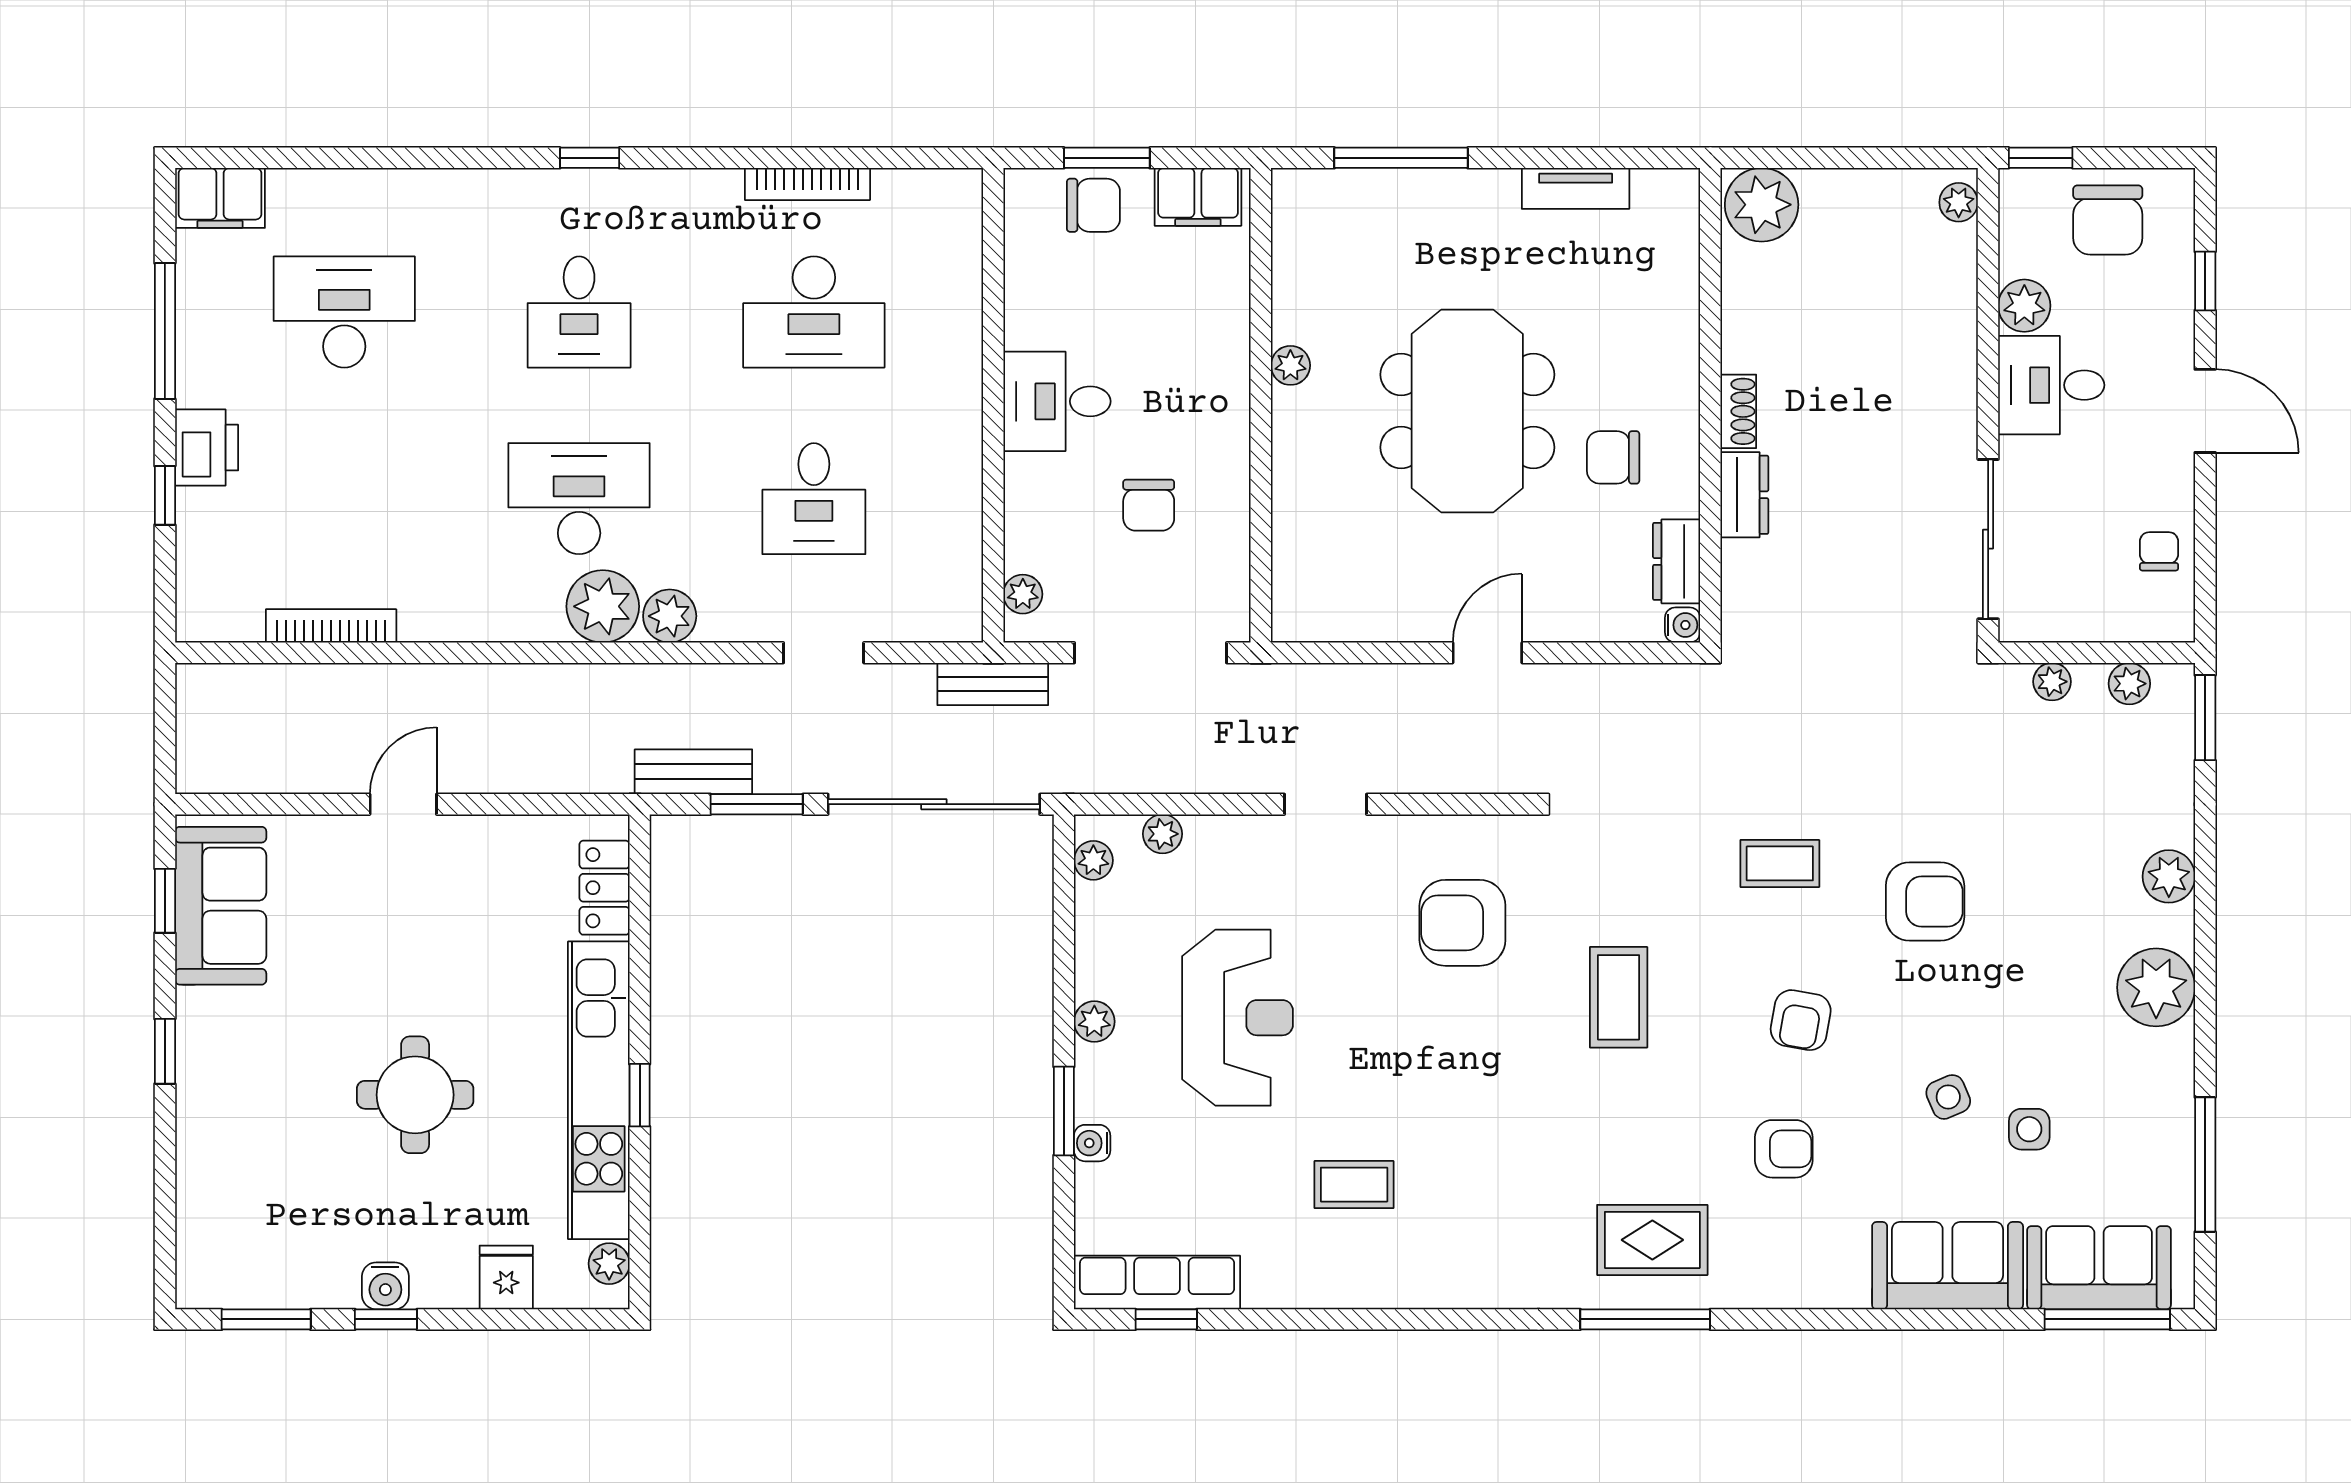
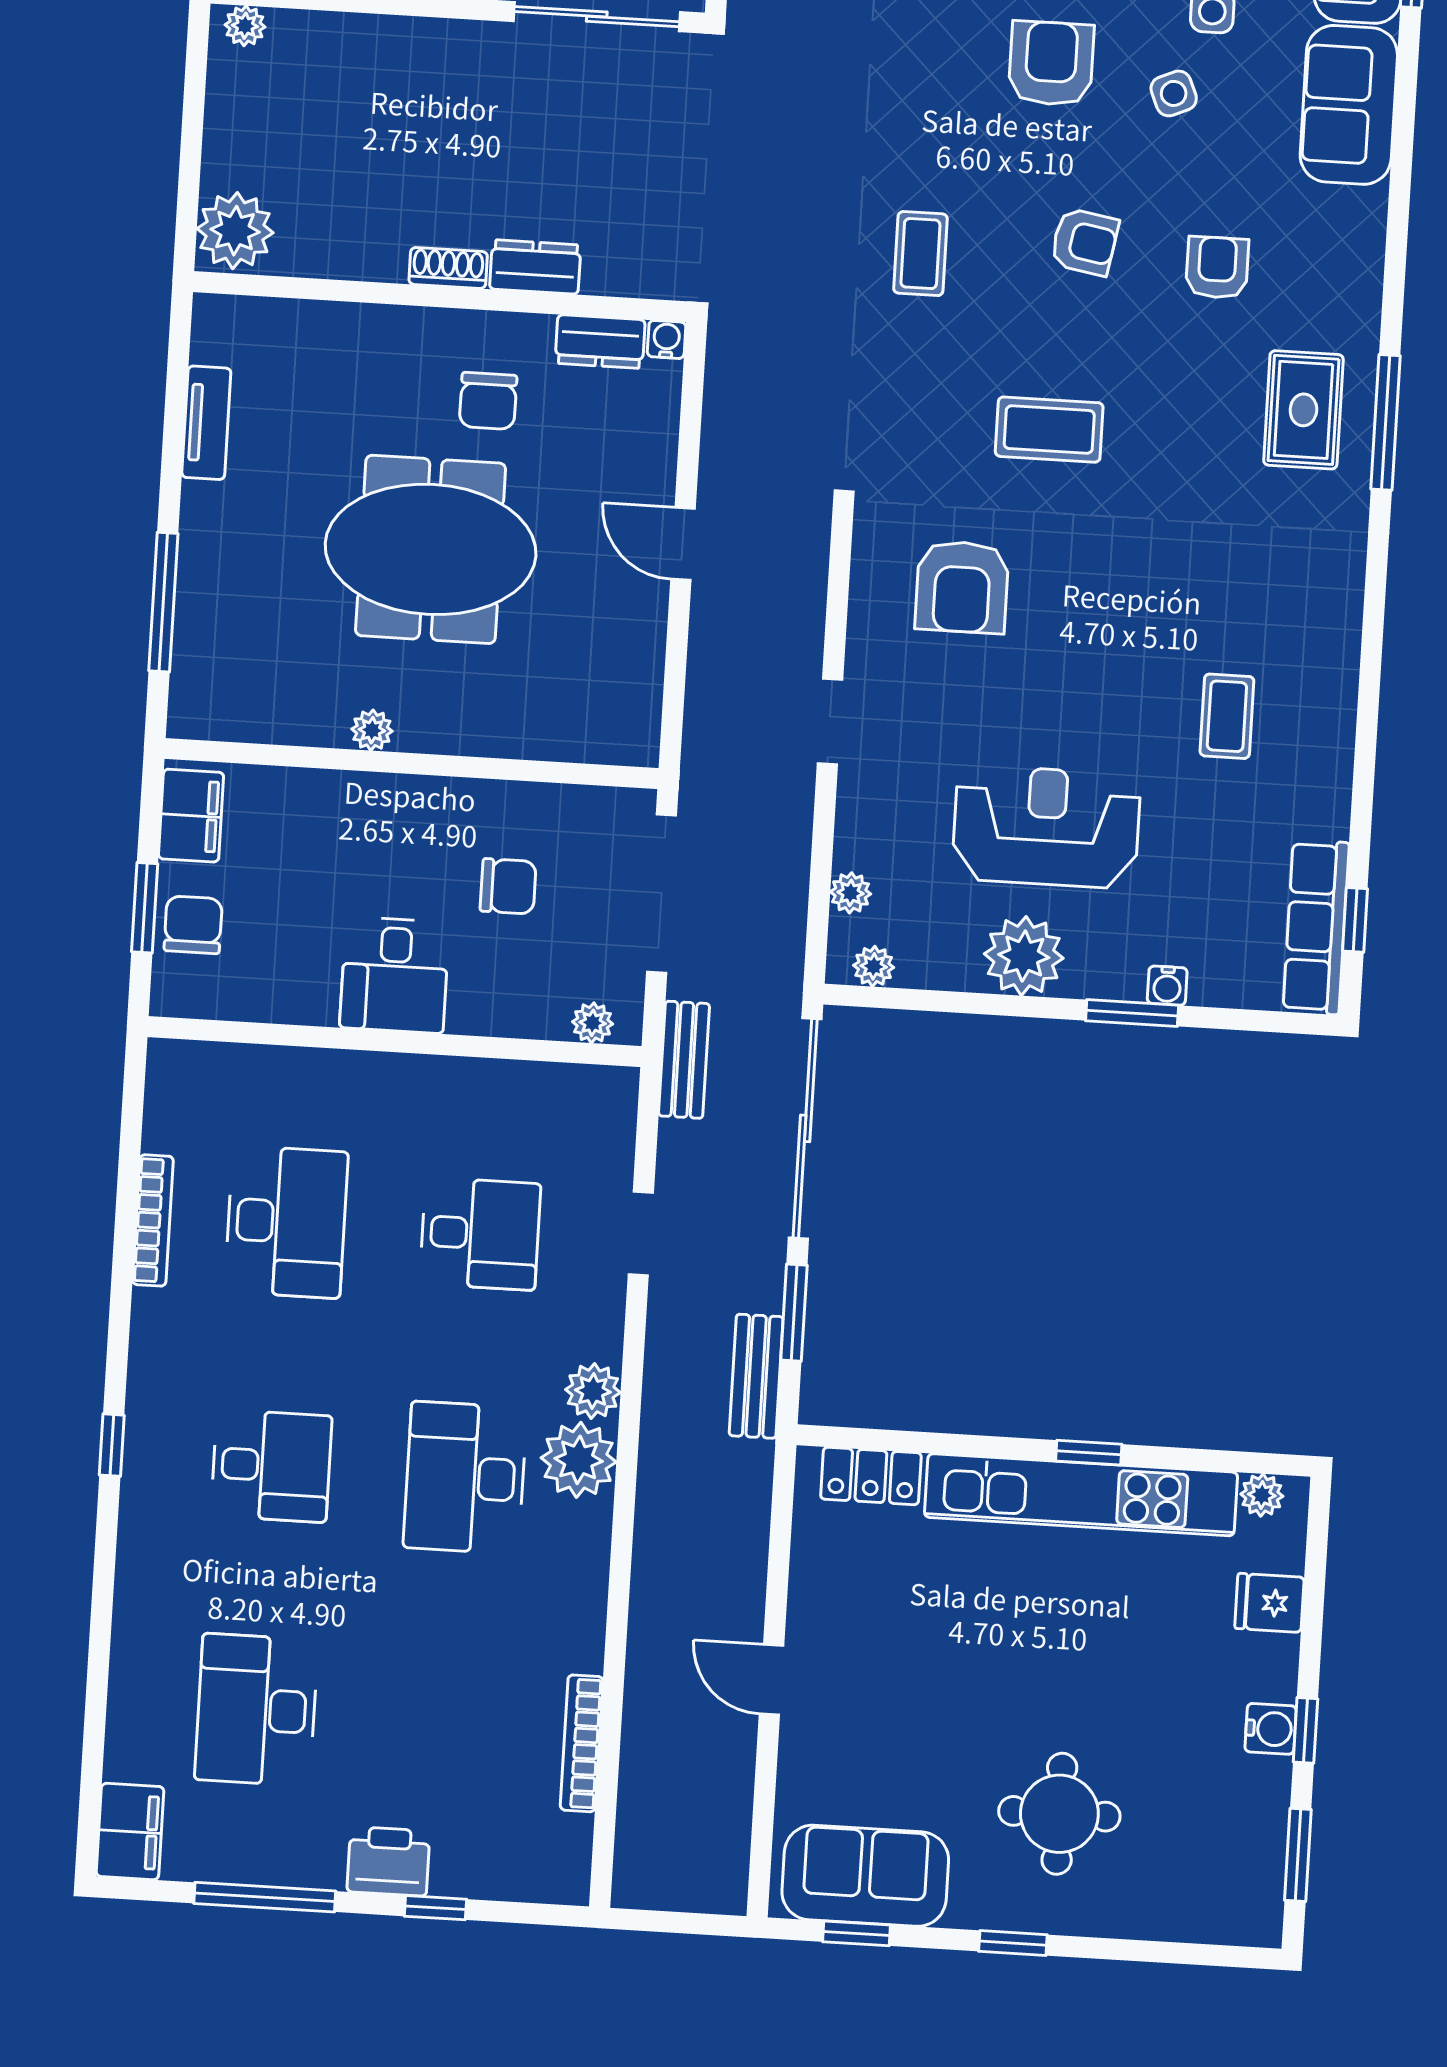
armchair: (1925, 902) -> (1051, 63), moved
plant: (1094, 1022) -> (1024, 956), width x1.88, depth x1.88
round table: (415, 1095) -> (1059, 1814), moved

